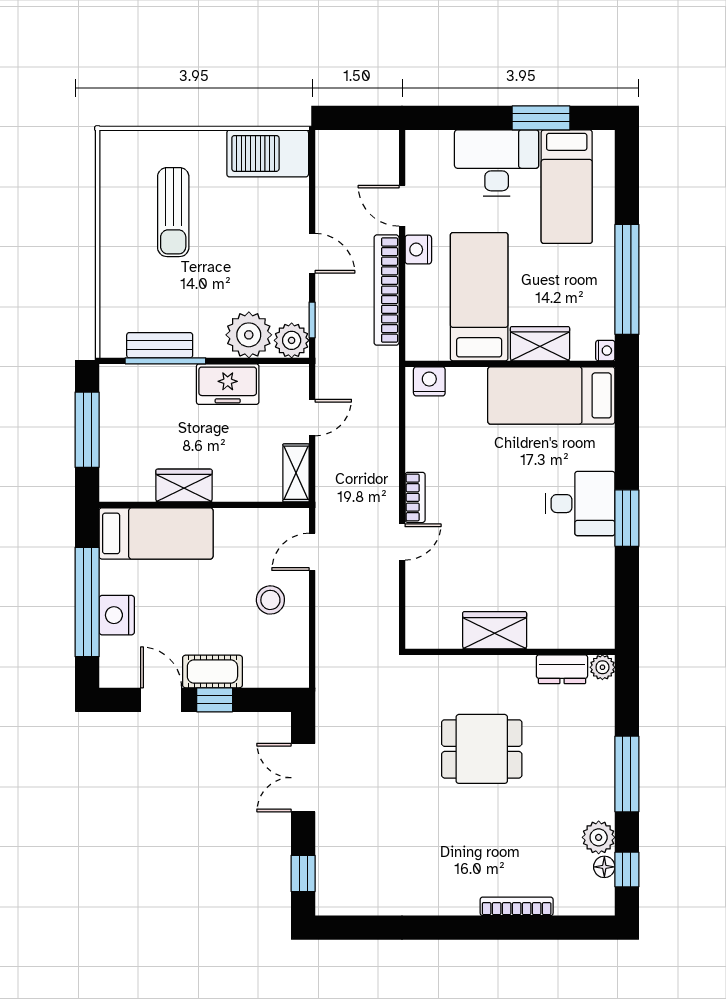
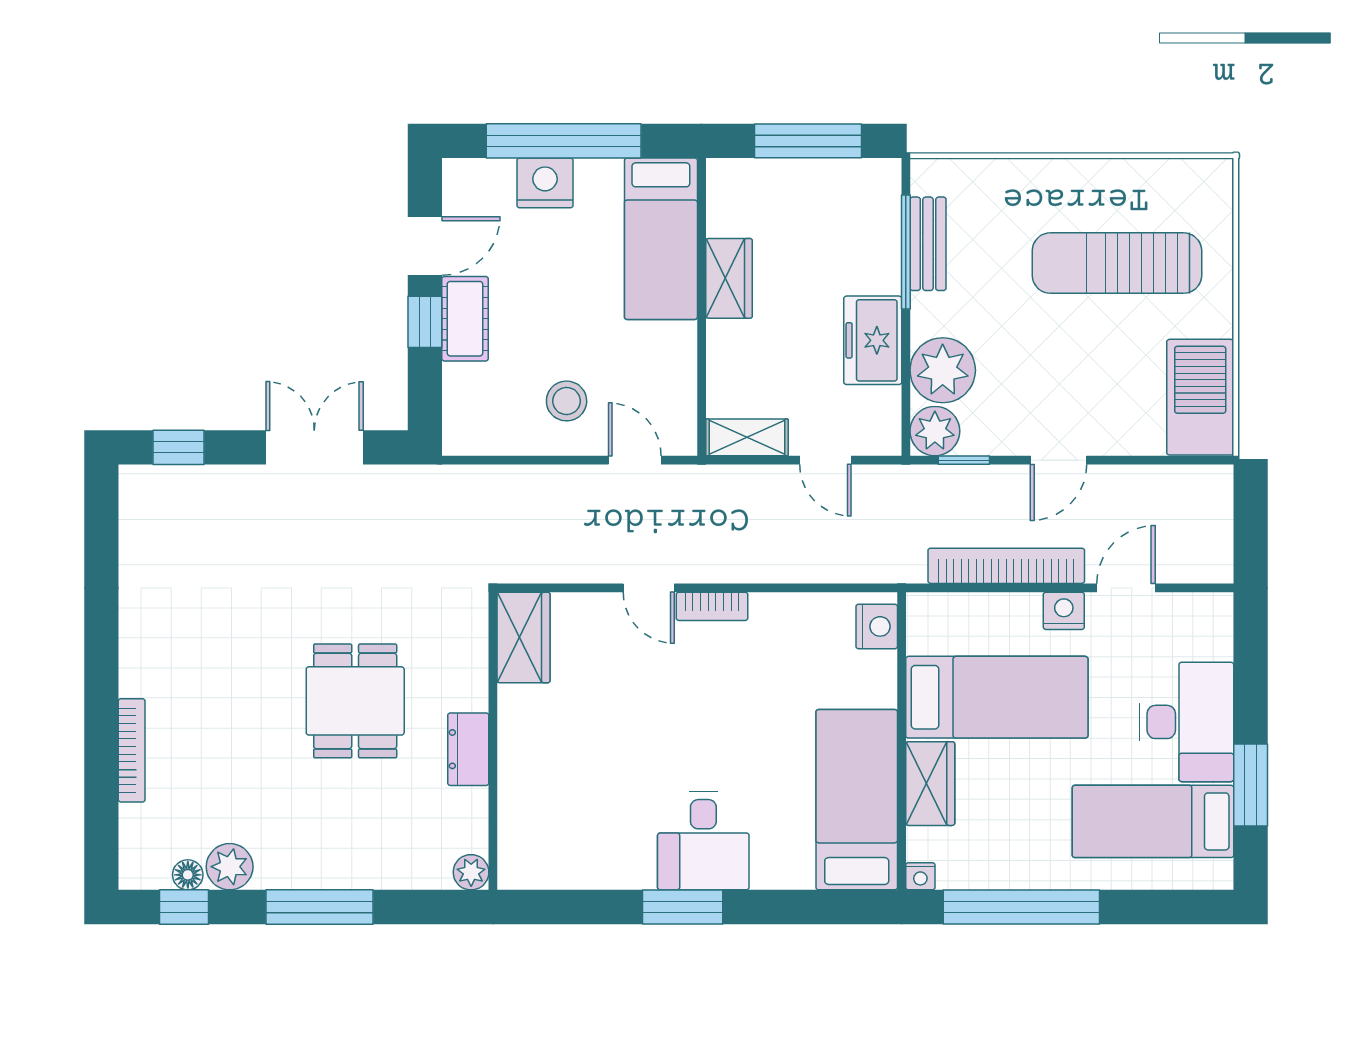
sun lounger: (173, 212) -> (1117, 263), width x1.36, depth x1.34
wardrobe: (495, 630) -> (524, 637), moved
dresser: (562, 669) -> (468, 749), moved

